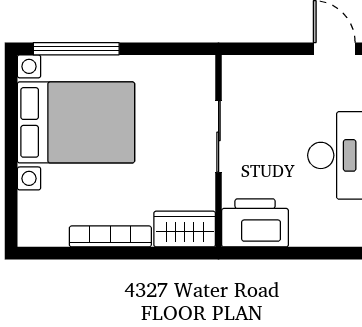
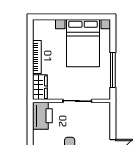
window: (76, 49) -> (113, 70), moved

